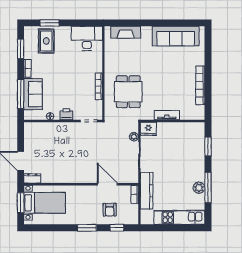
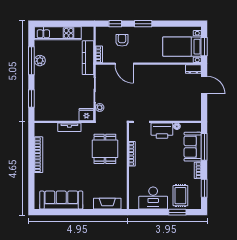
desk: (87, 38) -> (153, 198), moved
printer: (66, 114) -> (162, 131), width x1.87, depth x1.48

